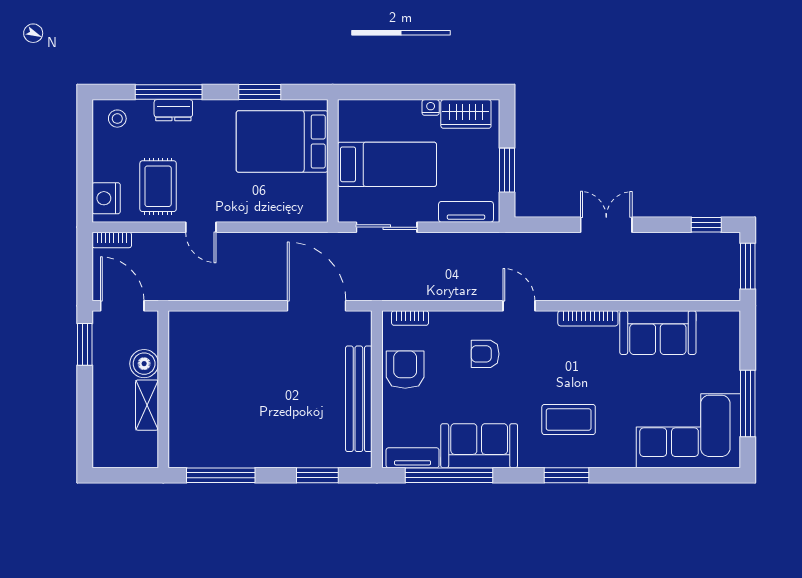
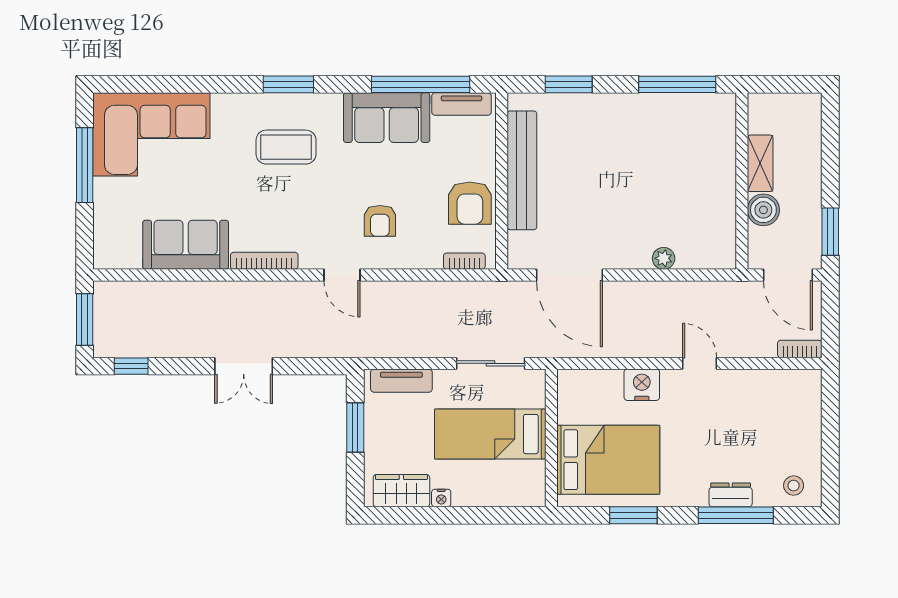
rug: (158, 186) -> (748, 409), removed
nightstand: (106, 198) -> (642, 385), moved, turned -90
plant: (233, 321) -> (664, 258), added
armchair: (485, 354) -> (380, 221), turned 90

